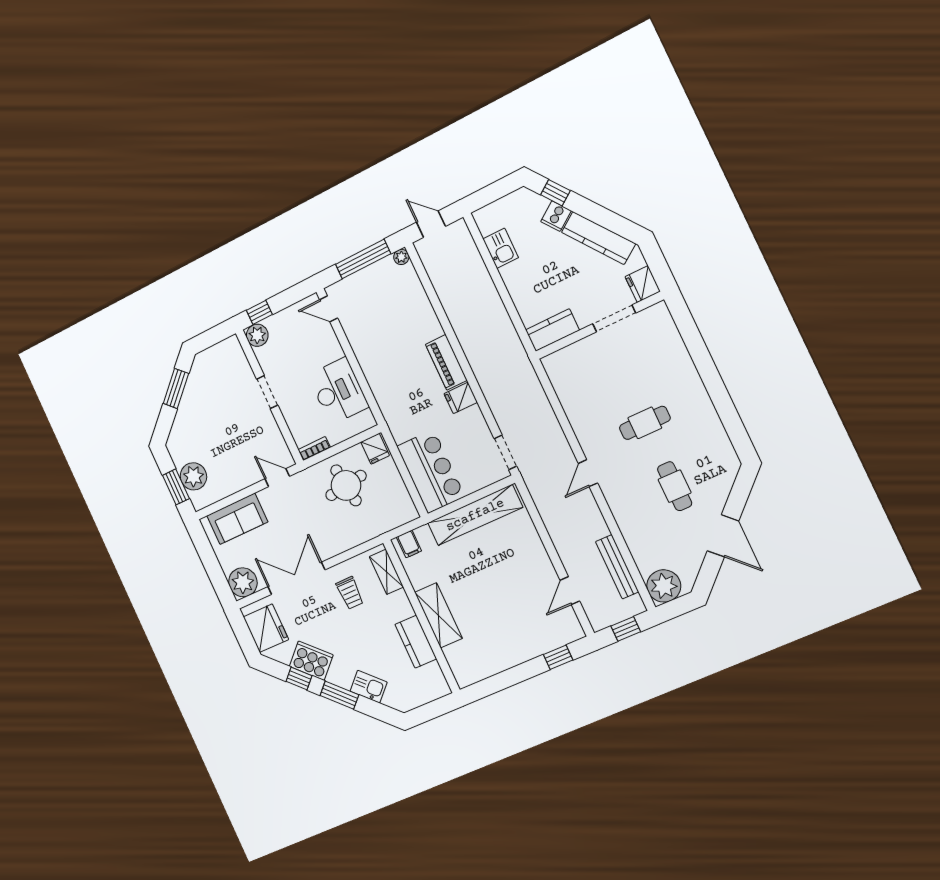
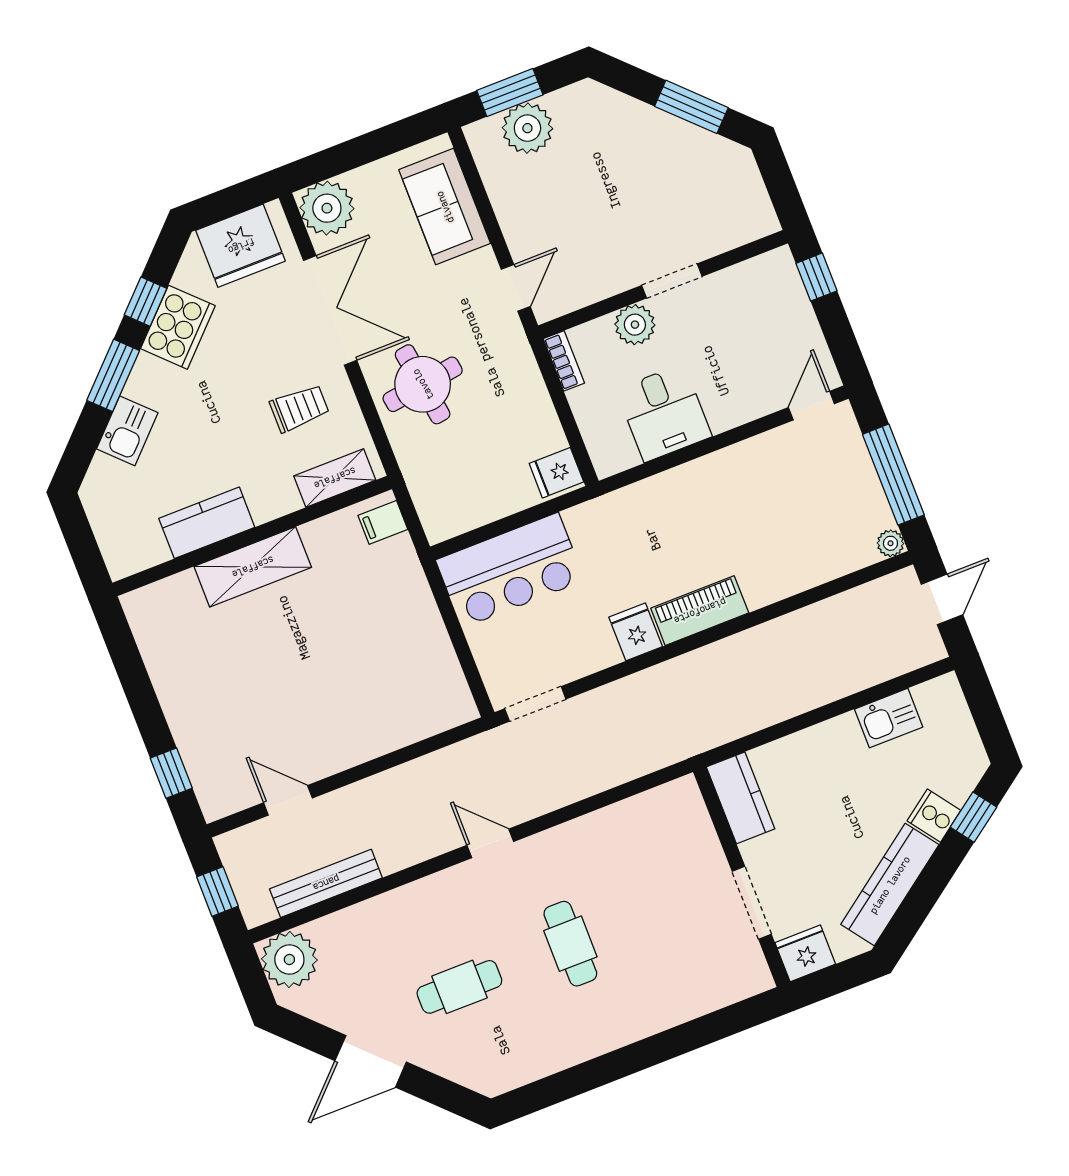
plant: (257, 335) -> (635, 325), moved
desk: (338, 391) -> (664, 413), width x0.73
round table: (346, 485) -> (423, 384), moved
shelving: (475, 515) -> (428, 644), removed
trolley: (350, 593) -> (299, 408), turned 180

